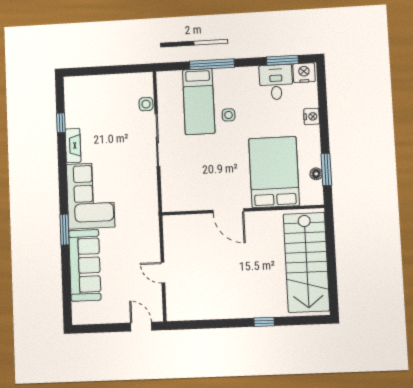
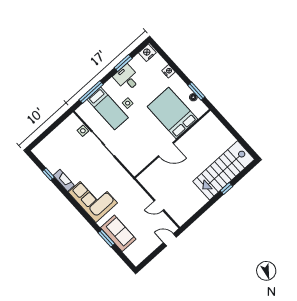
window: (282, 60) -> (123, 63), moved
window: (212, 64) -> (91, 92), moved
desk: (276, 82) -> (127, 78), moved
window: (65, 230) -> (106, 238), moved
stairs: (306, 262) -> (224, 170), moved, turned 90
sofa: (85, 265) -> (118, 233), width x0.73

